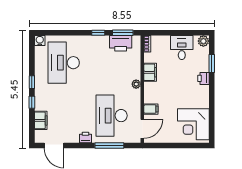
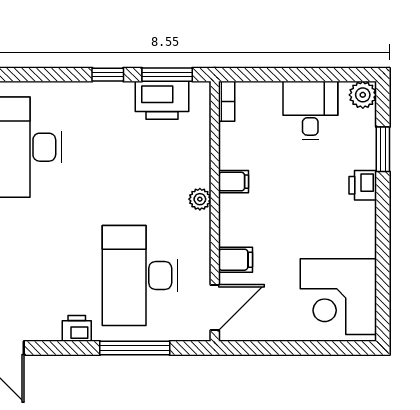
filing cabinet: (150, 72) -> (234, 182), width x0.50

